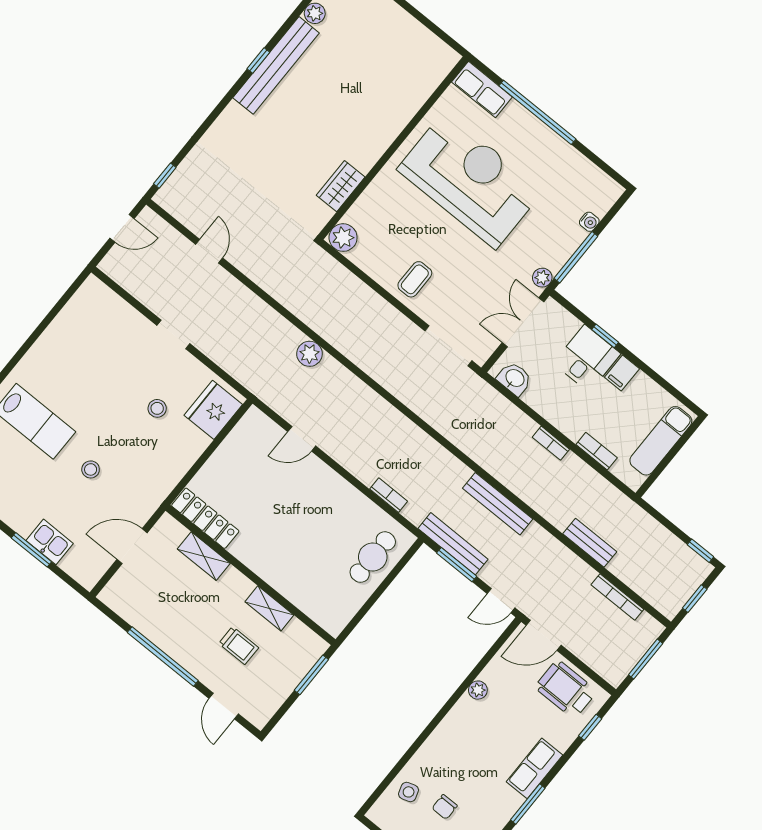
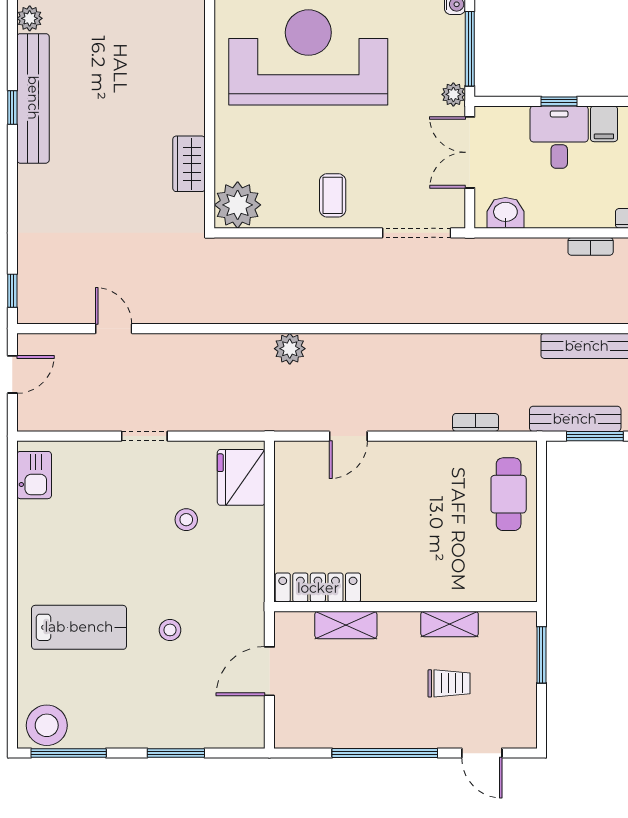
plant: (343, 238) -> (238, 205), width x1.36, depth x1.36
kitchen sink: (50, 542) -> (34, 475), moved, turned 90

